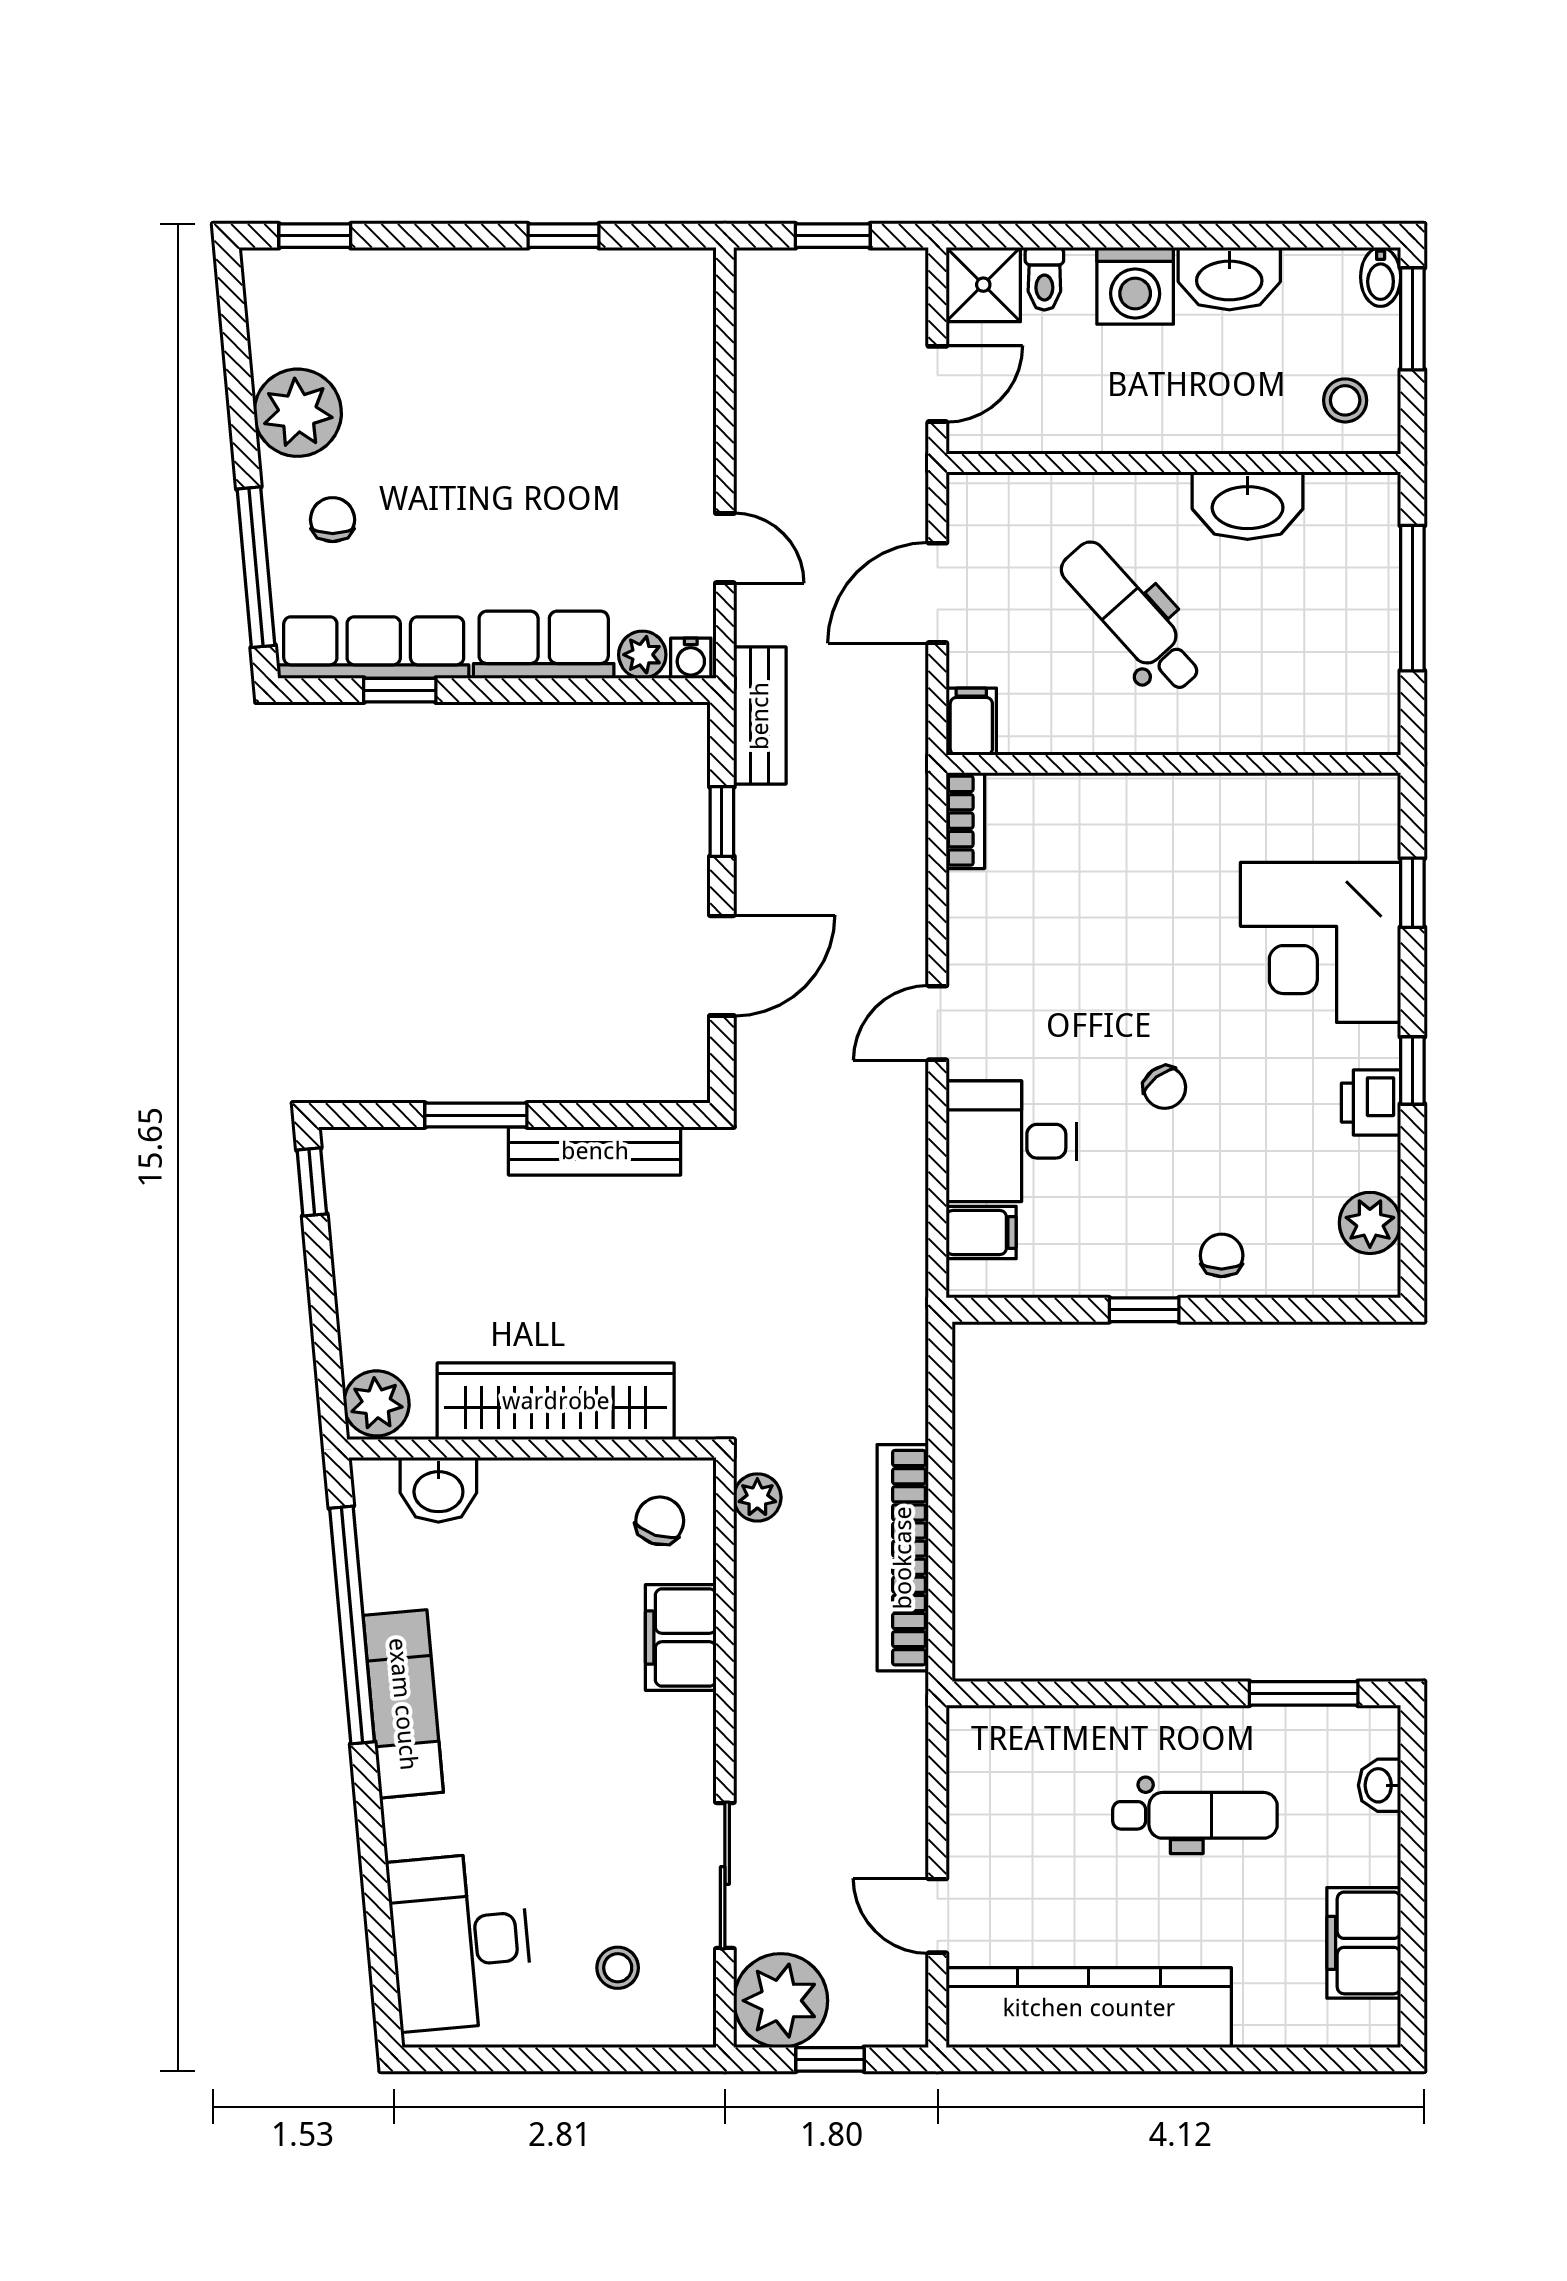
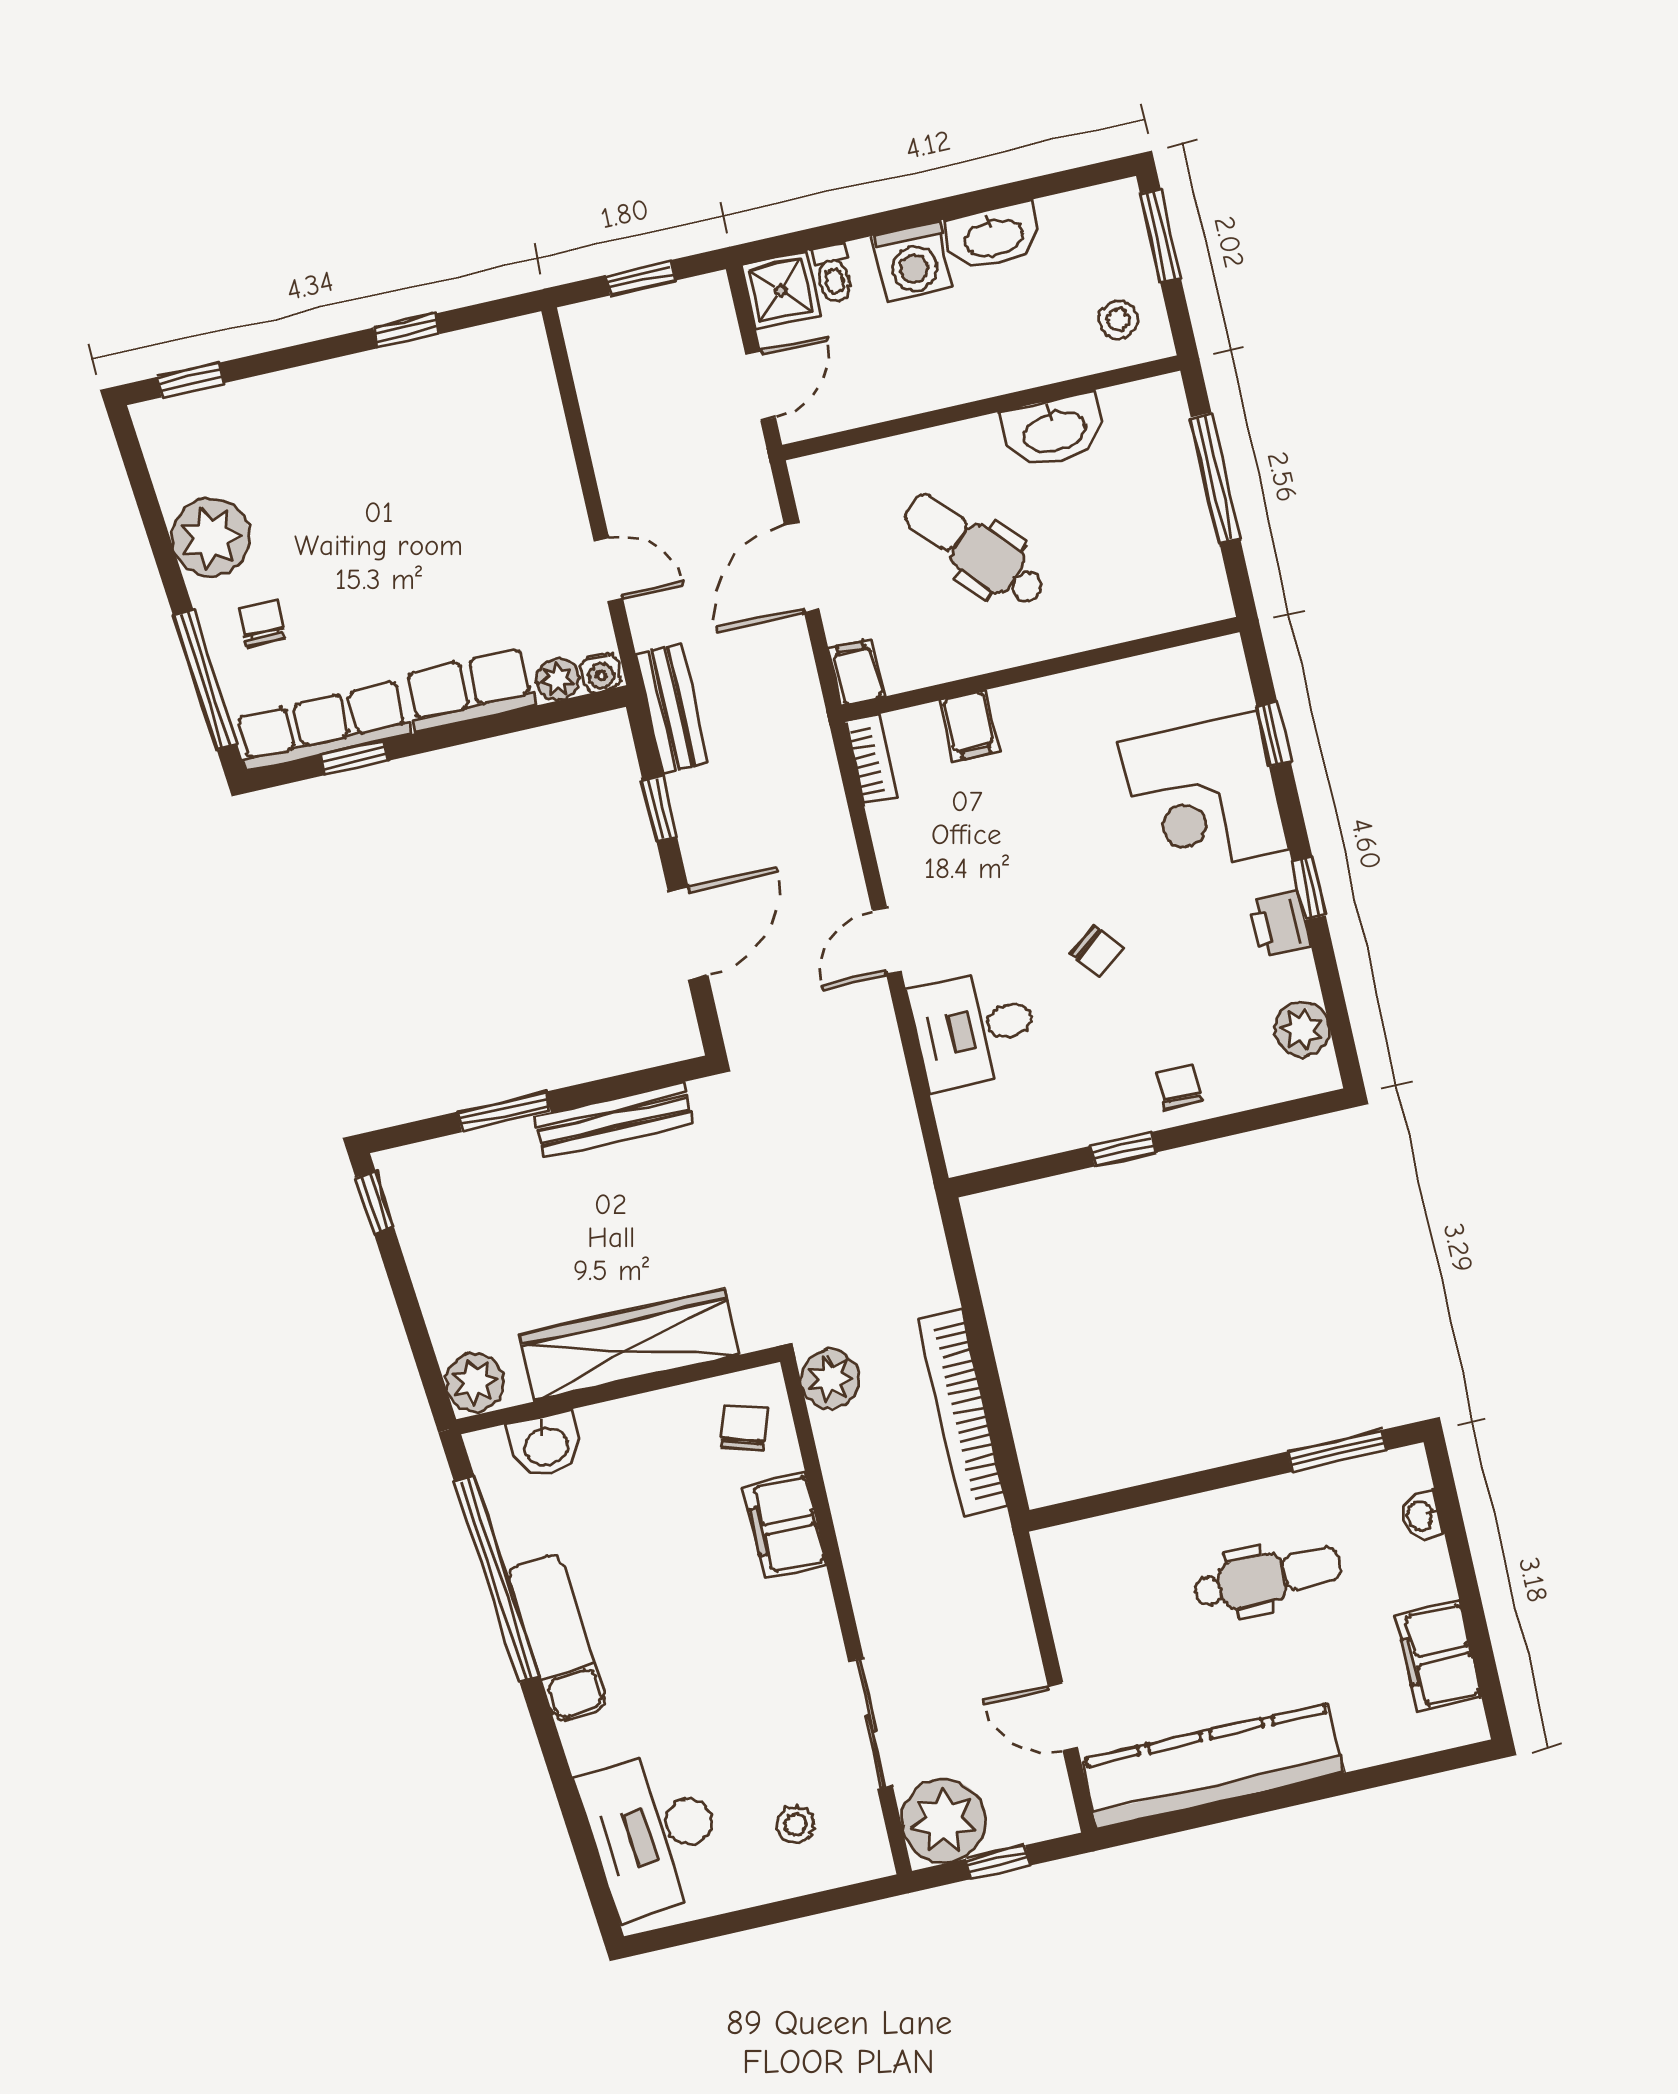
bidet: (1381, 277) -> (1124, 205), removed
filing cabinet: (981, 1233) -> (970, 725), moved, turned 90
plant: (757, 1497) -> (830, 1379), width x1.38, depth x1.38

